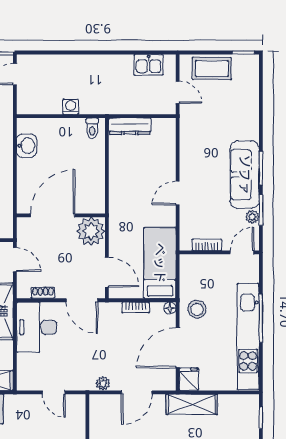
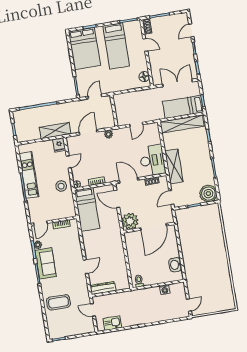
coffee table: (212, 69) -> (59, 302), moved
washing machine: (71, 107) -> (165, 290), moved
dresser: (130, 126) -> (103, 288), moved
sofa: (245, 175) -> (45, 263), width x0.73
door: (178, 193) -> (86, 267), moved
door: (15, 260) -> (171, 198), hinge flipped
kitchen unit: (248, 336) -> (29, 175), width x0.73
door: (178, 348) -> (69, 162), width x0.53
door: (54, 392) -> (136, 124), swing flipped

